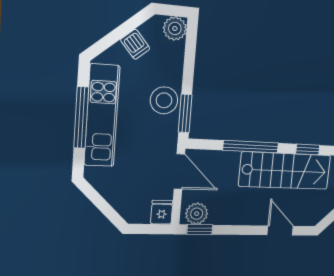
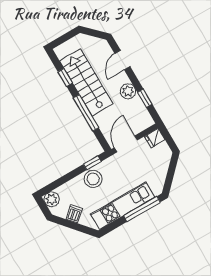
window: (185, 113) -> (92, 163), width x0.67
window: (81, 117) -> (142, 209), moved
plant: (197, 214) -> (128, 91), moved
window: (200, 230) -> (145, 98), moved

